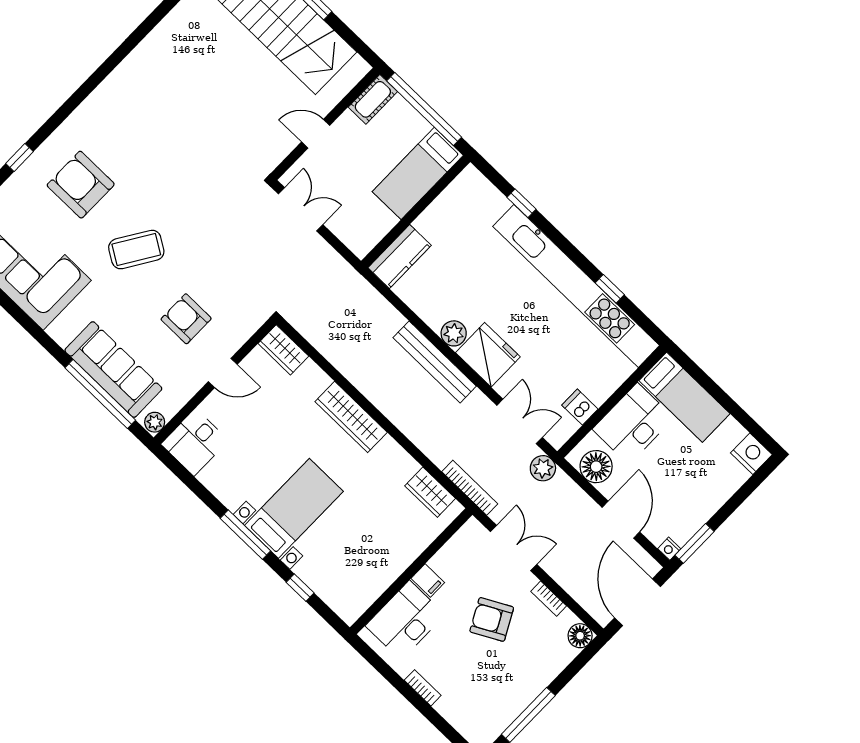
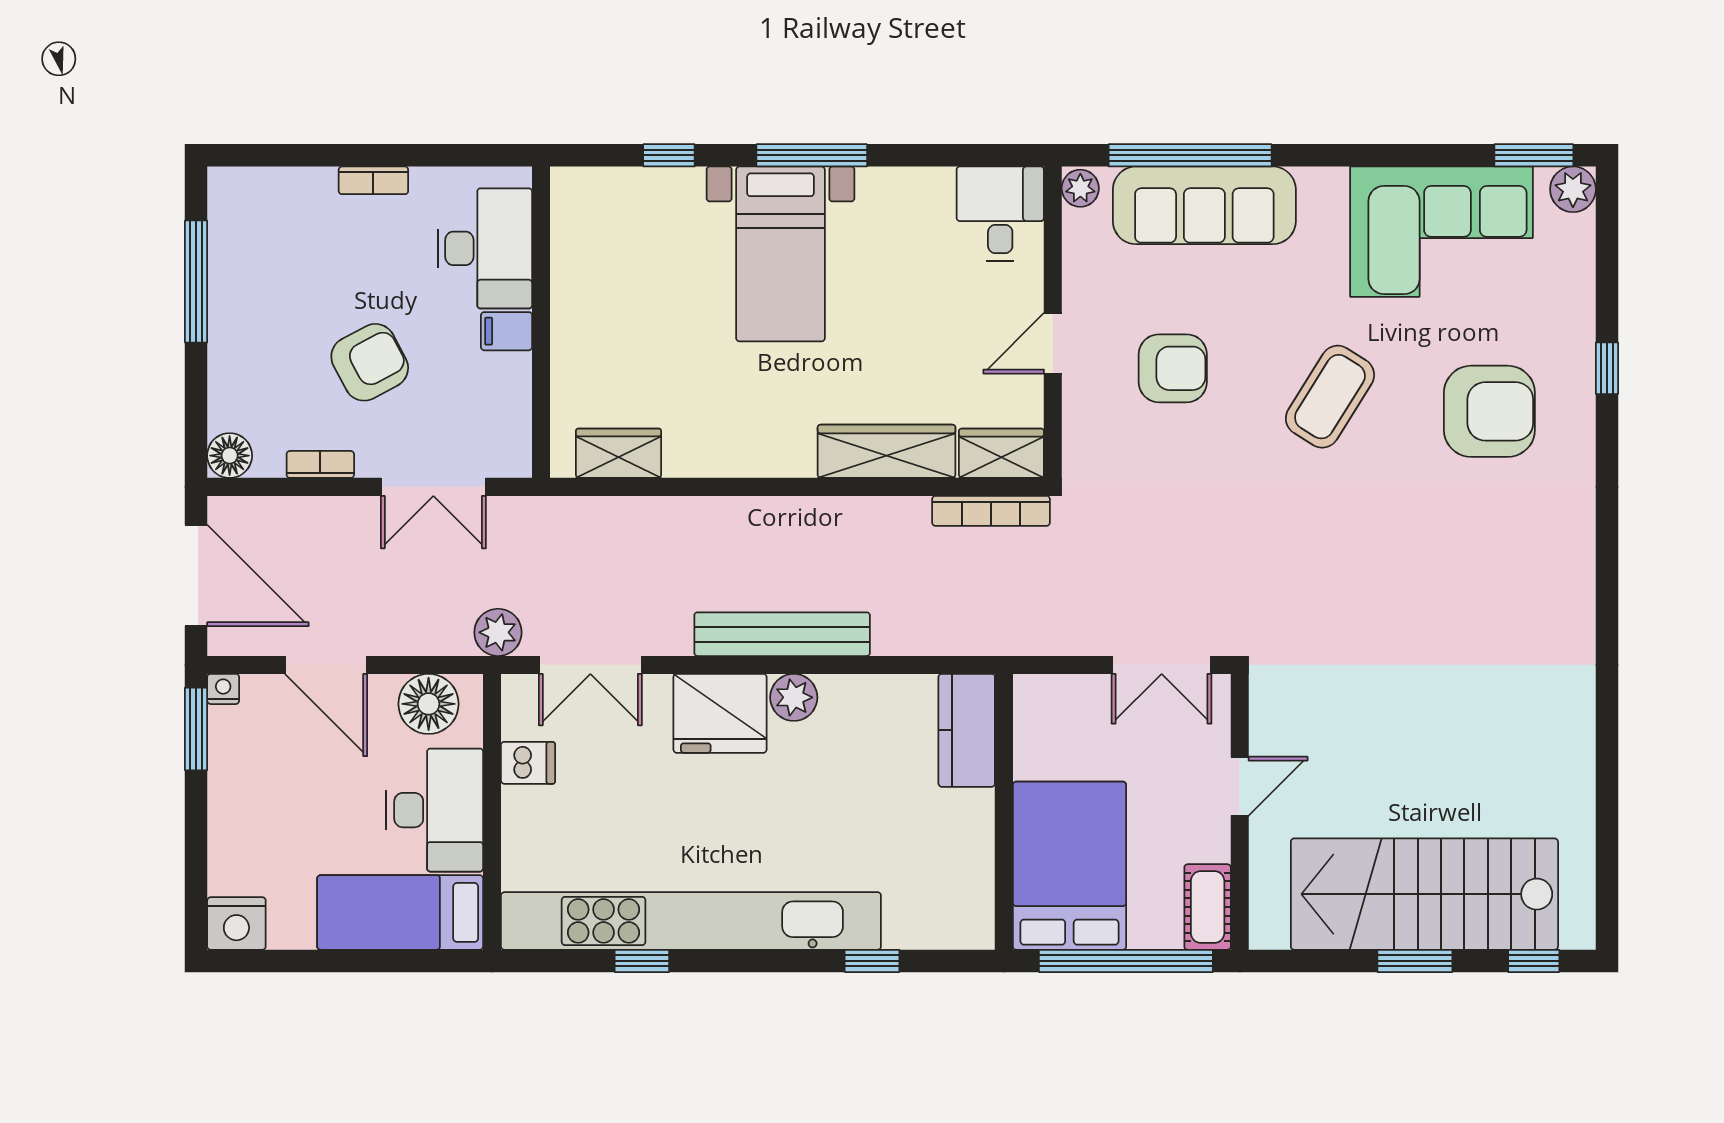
bed: (418, 173) -> (1069, 866), width x1.50
wardrobe: (351, 417) -> (887, 451), moved
bookcase: (470, 488) -> (991, 511), moved

